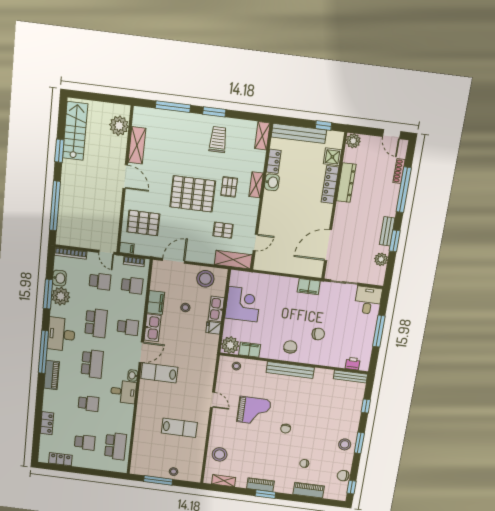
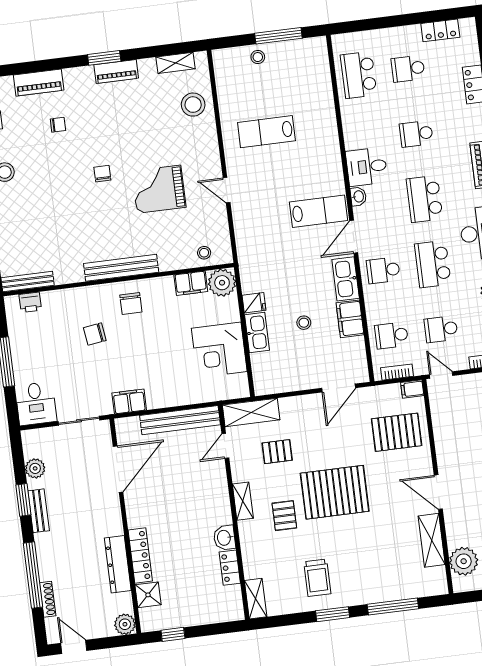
bench: (299, 133) -> (180, 420), moved
shelving: (256, 185) -> (243, 501), moved
stool: (205, 279) -> (285, 374), removed

